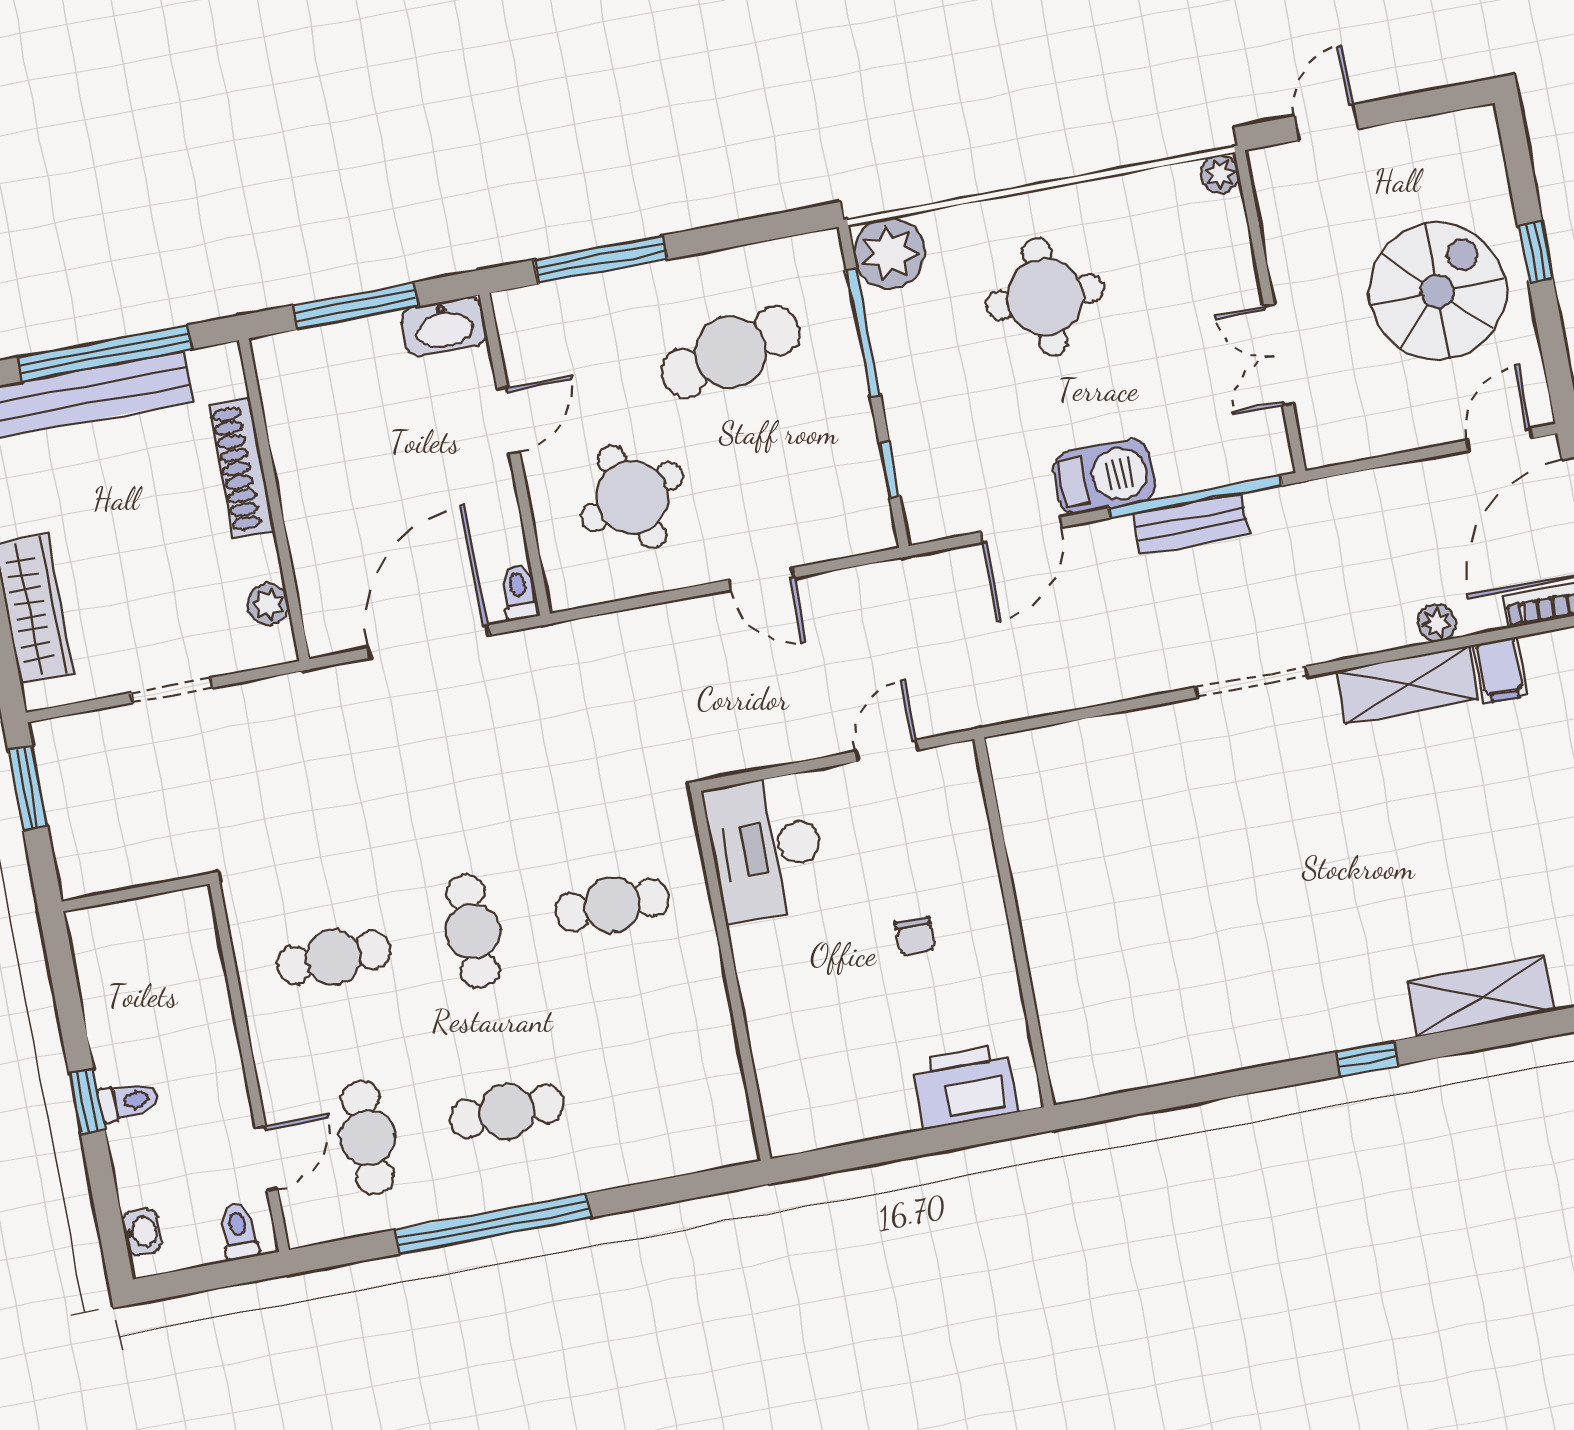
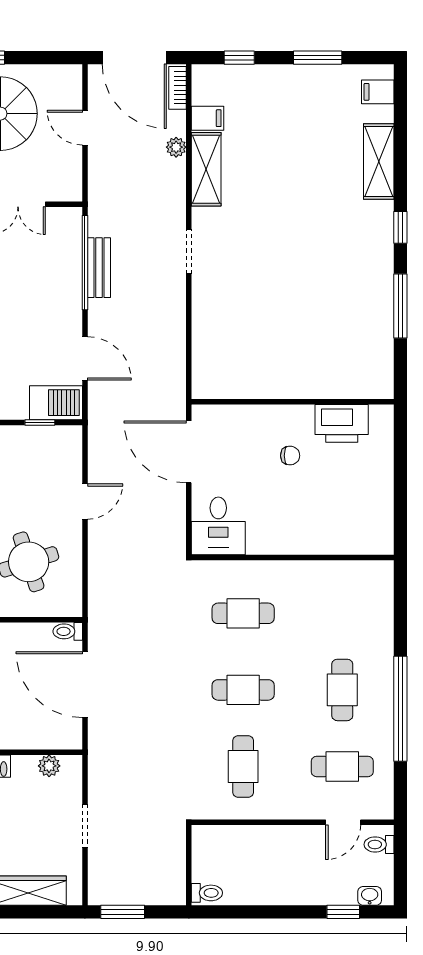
door: (1499, 439) -> (85, 128), moved
barbecue: (1104, 477) -> (56, 403), moved, turned 90
doorway: (1251, 682) -> (189, 252), width x0.73
door: (887, 751) -> (189, 452), width x1.88
desk: (766, 848) -> (218, 526), width x0.73
cafe table: (612, 905) -> (243, 613), turned 90
window: (1225, 1085) -> (400, 306), added
printer: (965, 1086) -> (342, 423), moved, turned -90
window: (87, 1101) -> (343, 912), moved
toilet: (128, 1101) -> (207, 893), moved, turned 90
door: (266, 1159) -> (343, 822), swing flipped

